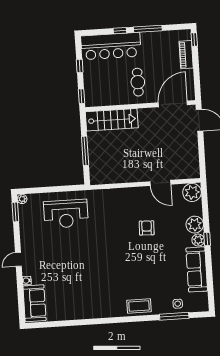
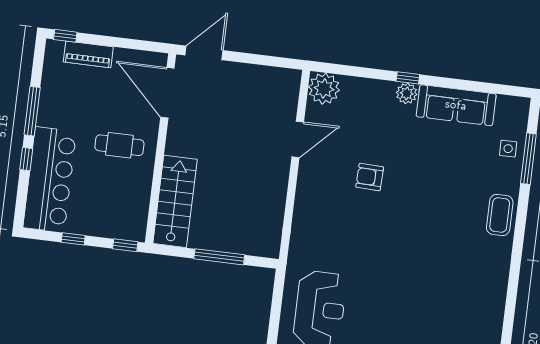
plant: (195, 225) -> (379, 94), removed

